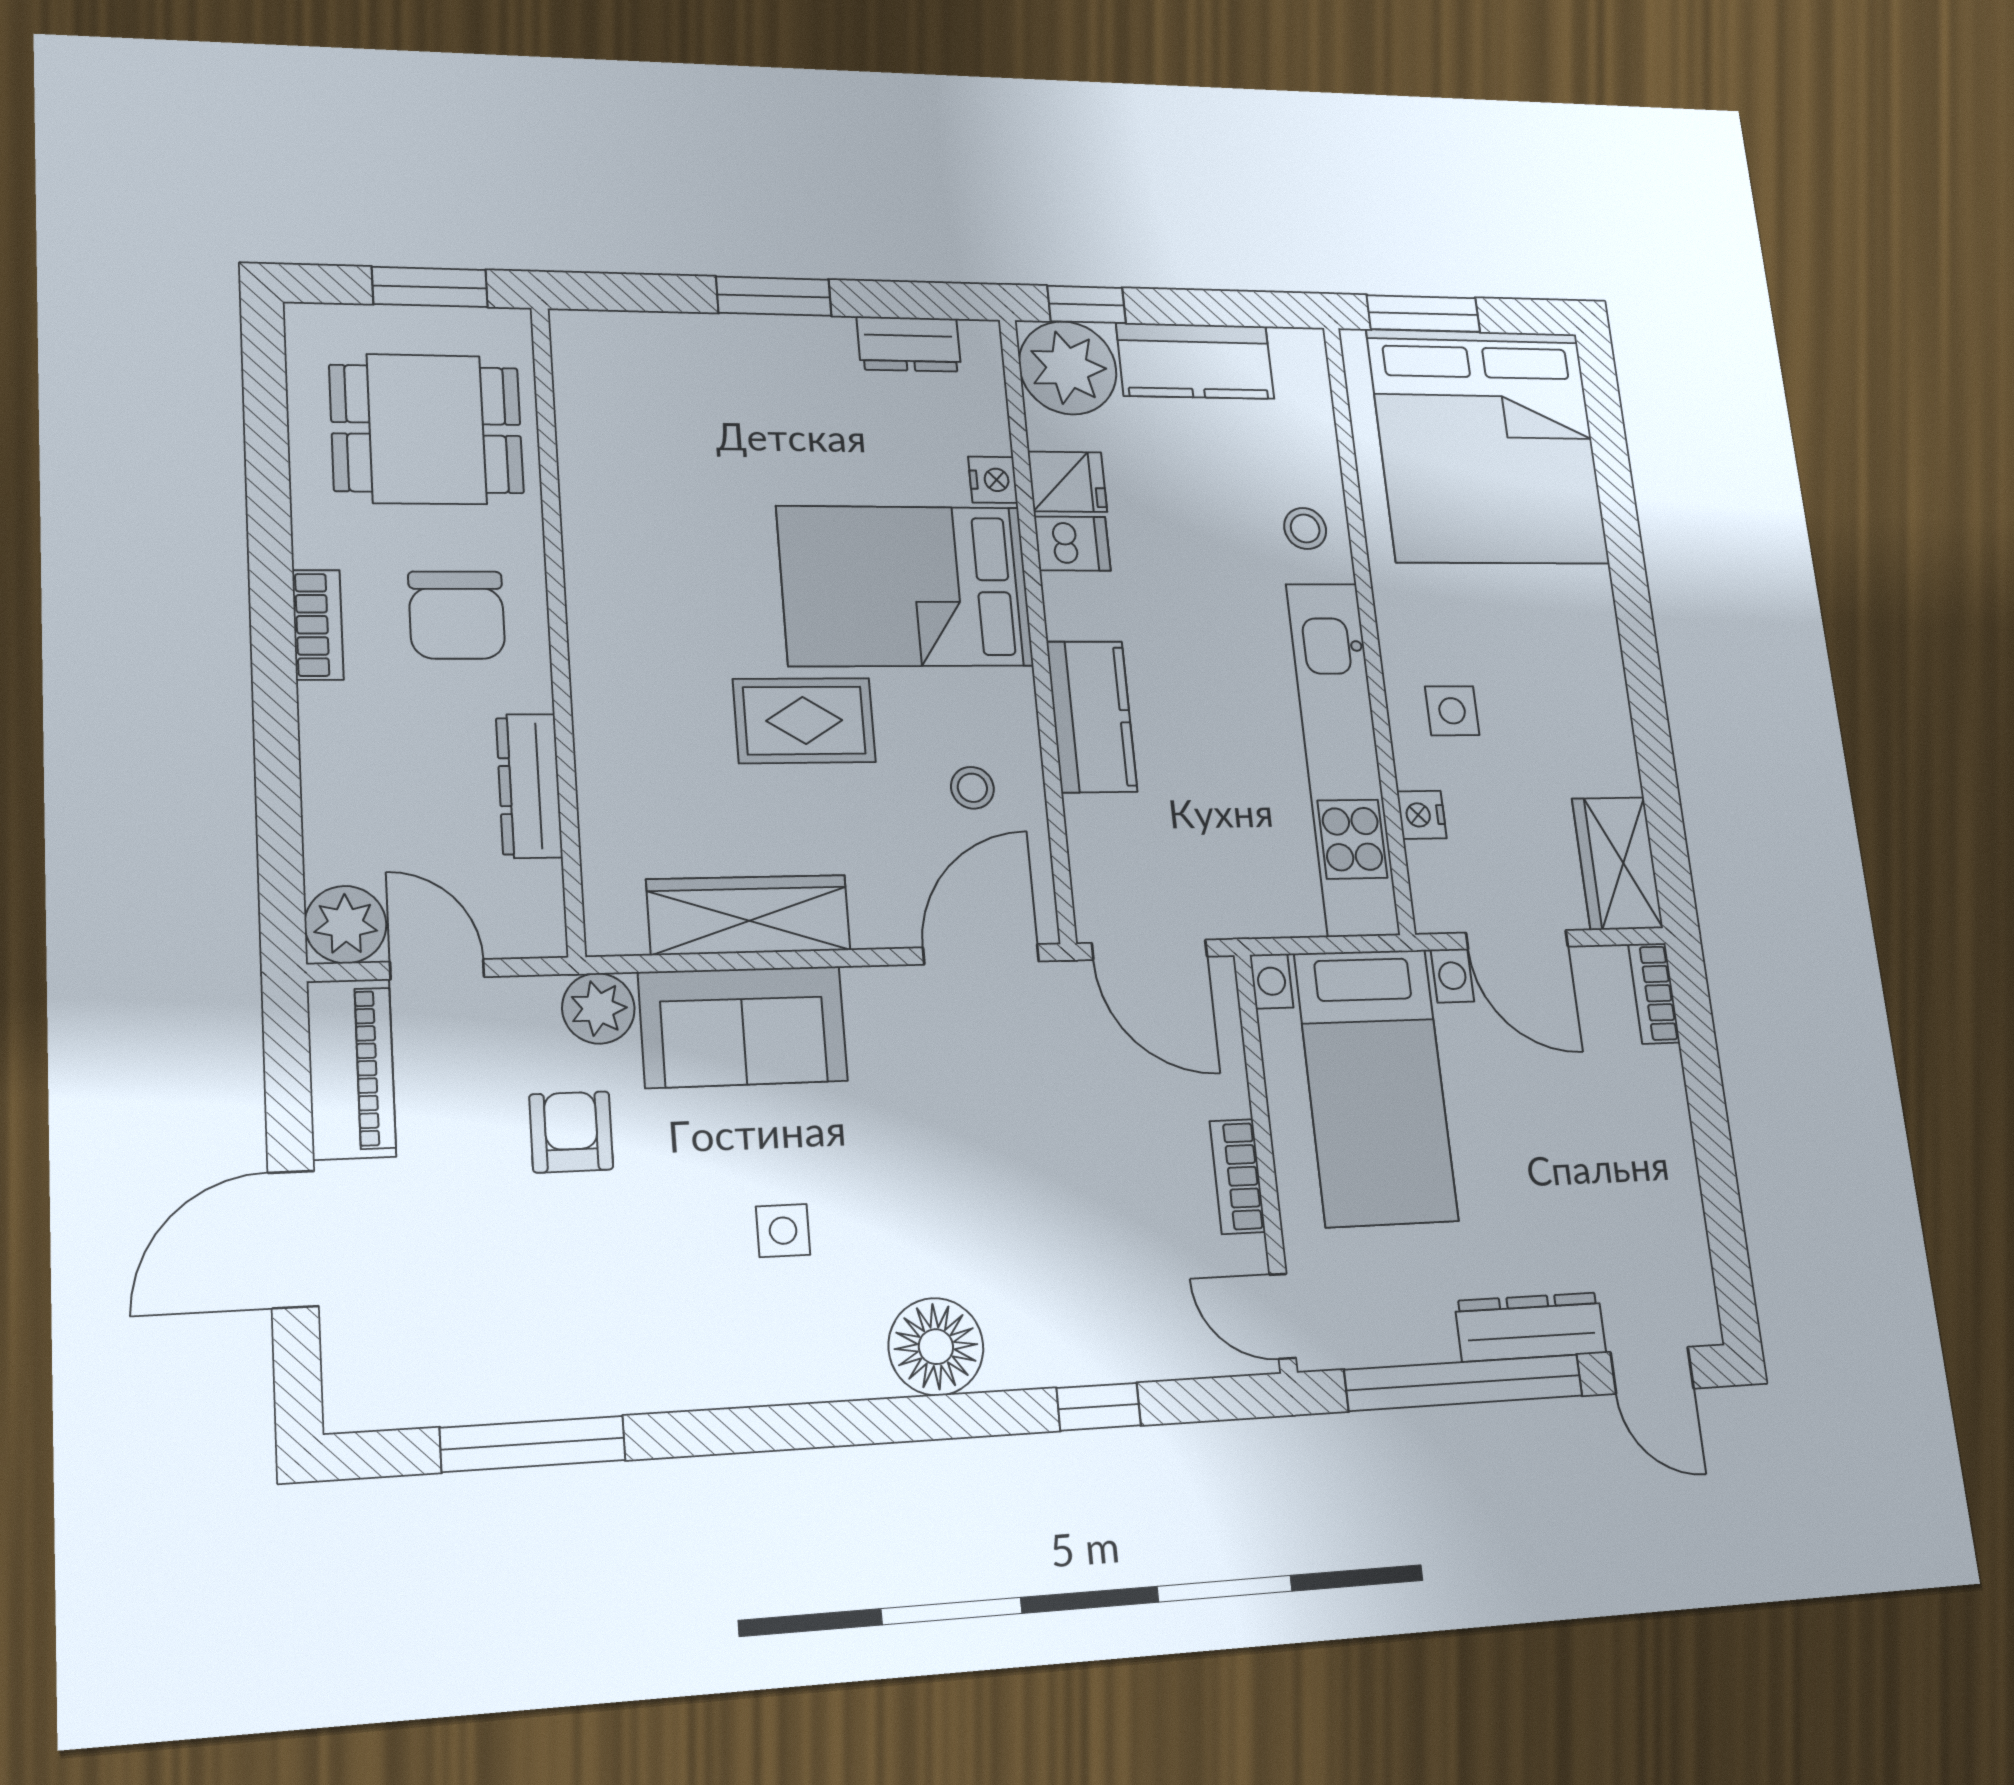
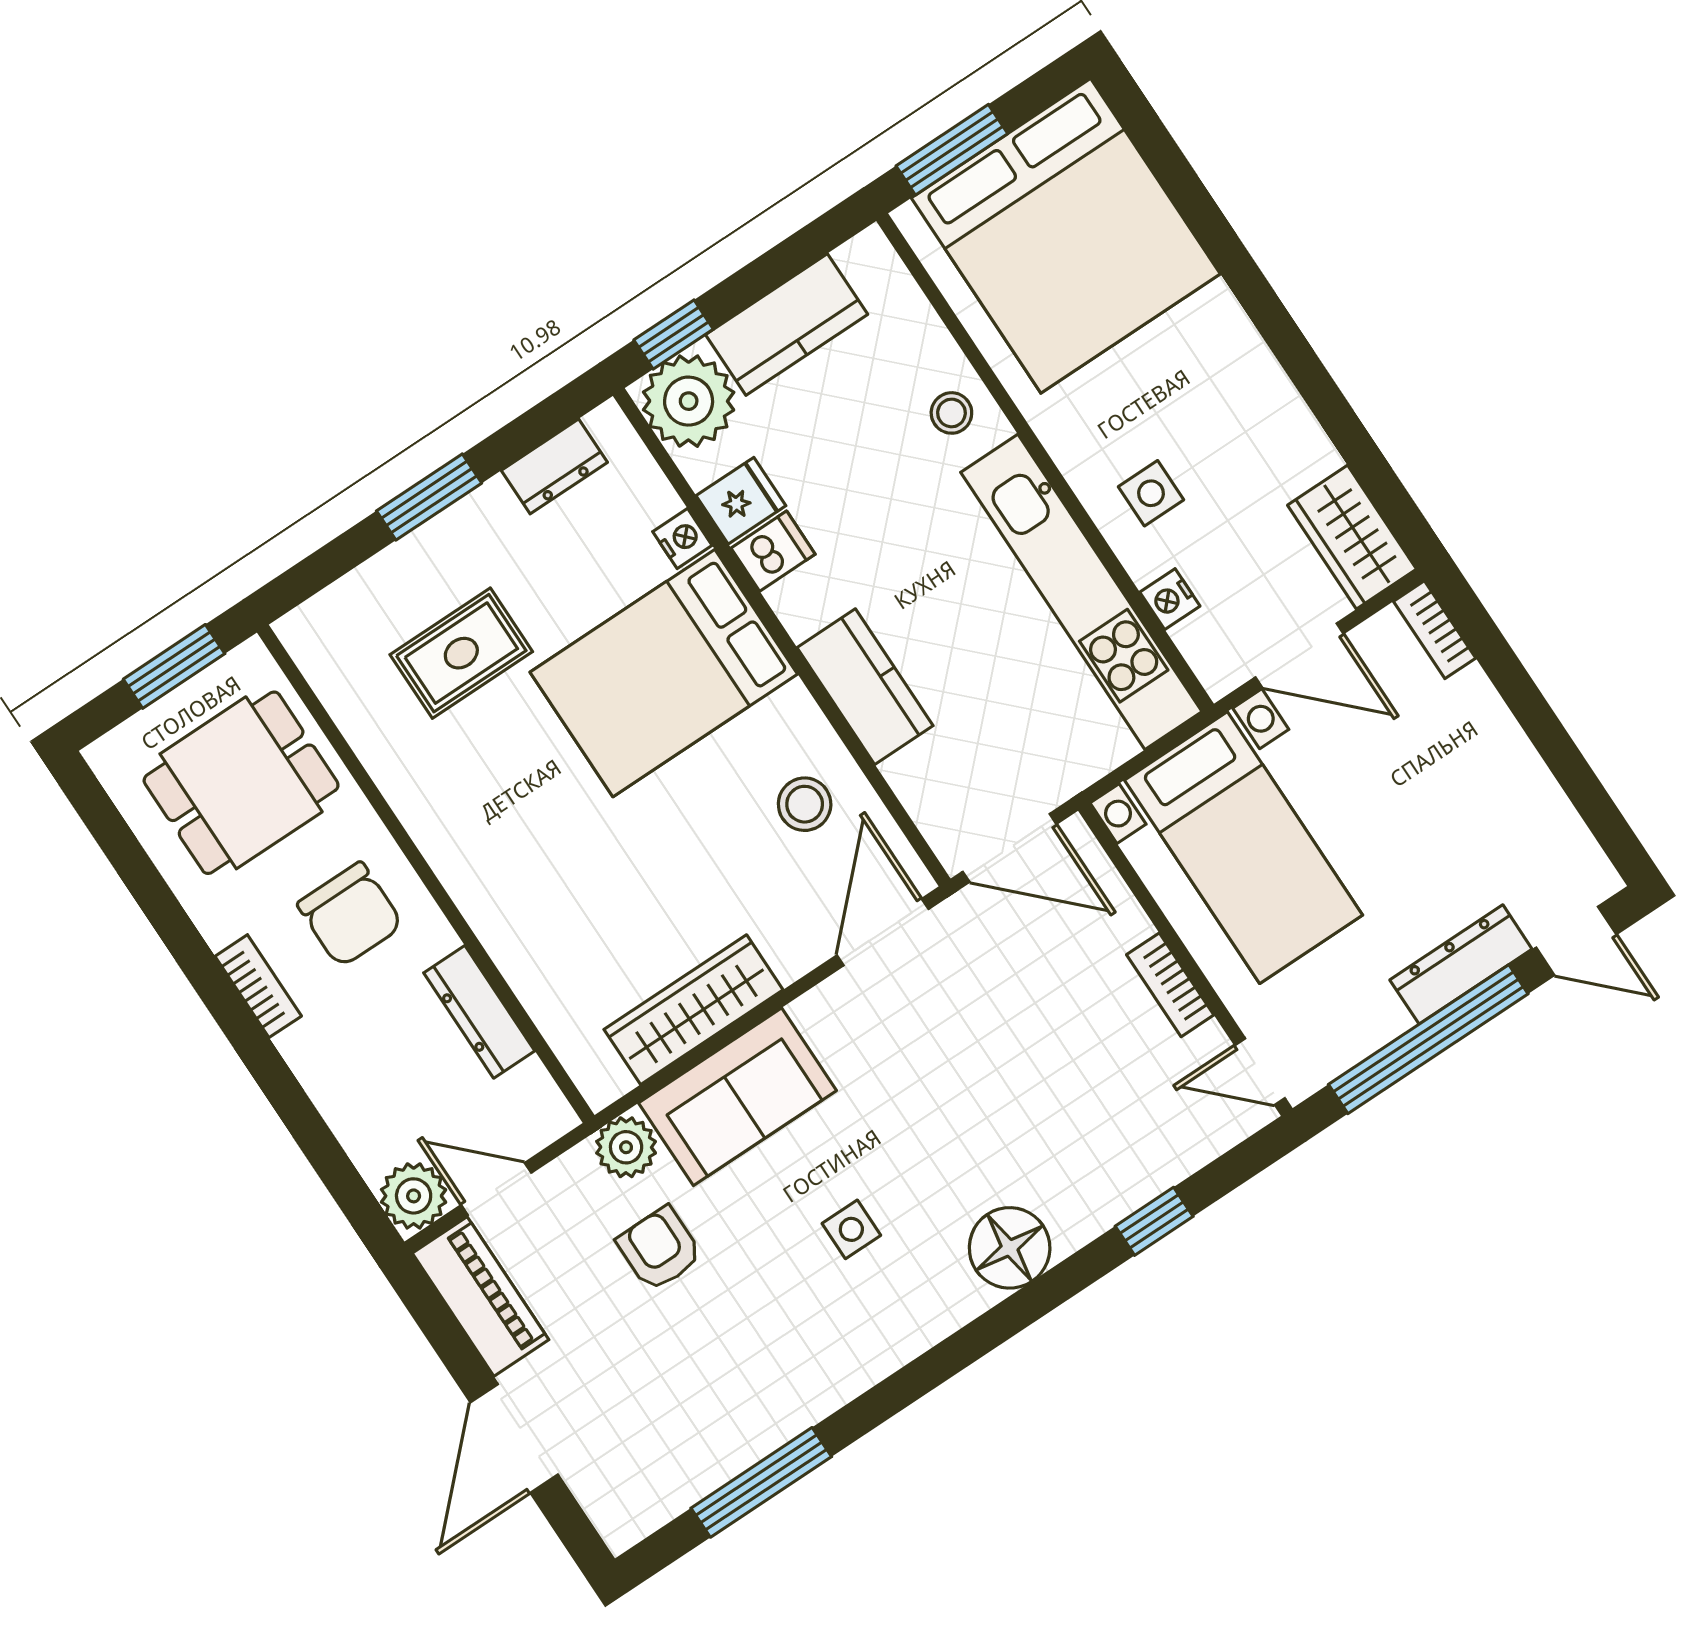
rug: (804, 721) -> (461, 653), moved
stool: (972, 788) -> (805, 804), width x1.37, depth x1.37

